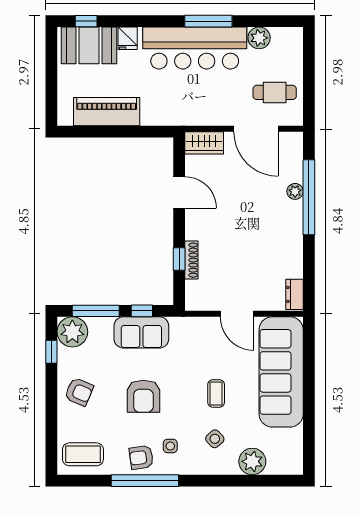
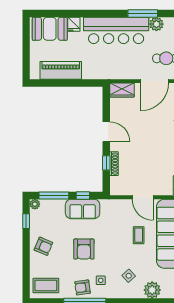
window: (86, 21) -> (48, 14), removed
window: (208, 21) -> (143, 14), moved
door: (256, 129) -> (154, 81), hinge flipped
door: (179, 192) -> (106, 132), moved
plant: (72, 332) -> (35, 204), width x0.53, depth x0.53
coffee table: (216, 393) -> (139, 235), moved

